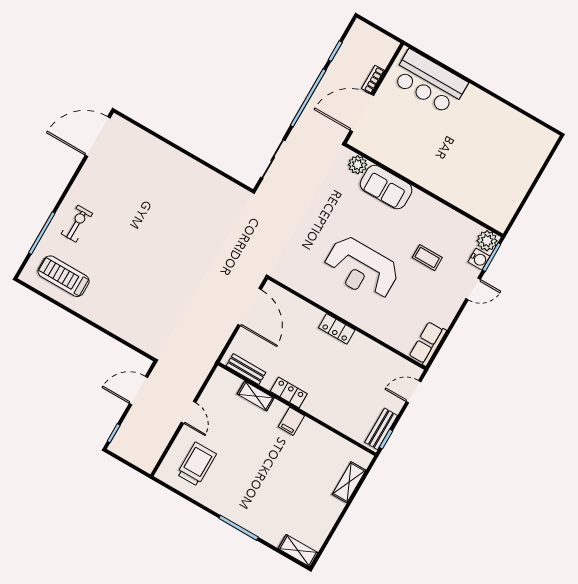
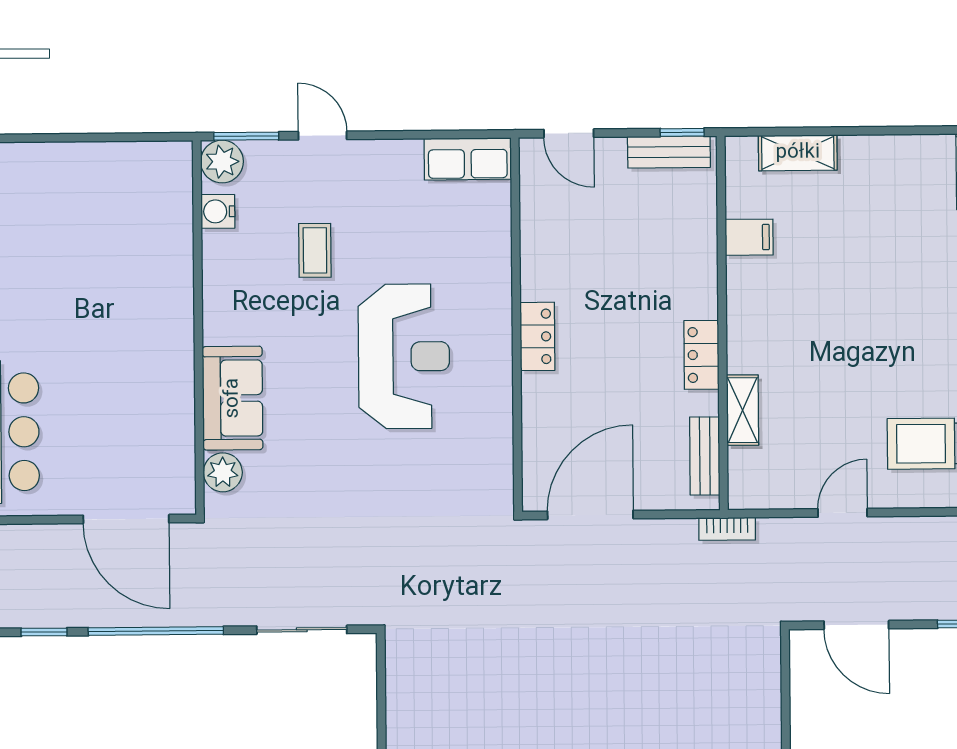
bookcase: (373, 80) -> (727, 529), moved
water cooler: (479, 259) -> (218, 211), moved, turned -90
filing cabinet: (291, 421) -> (749, 237), moved

